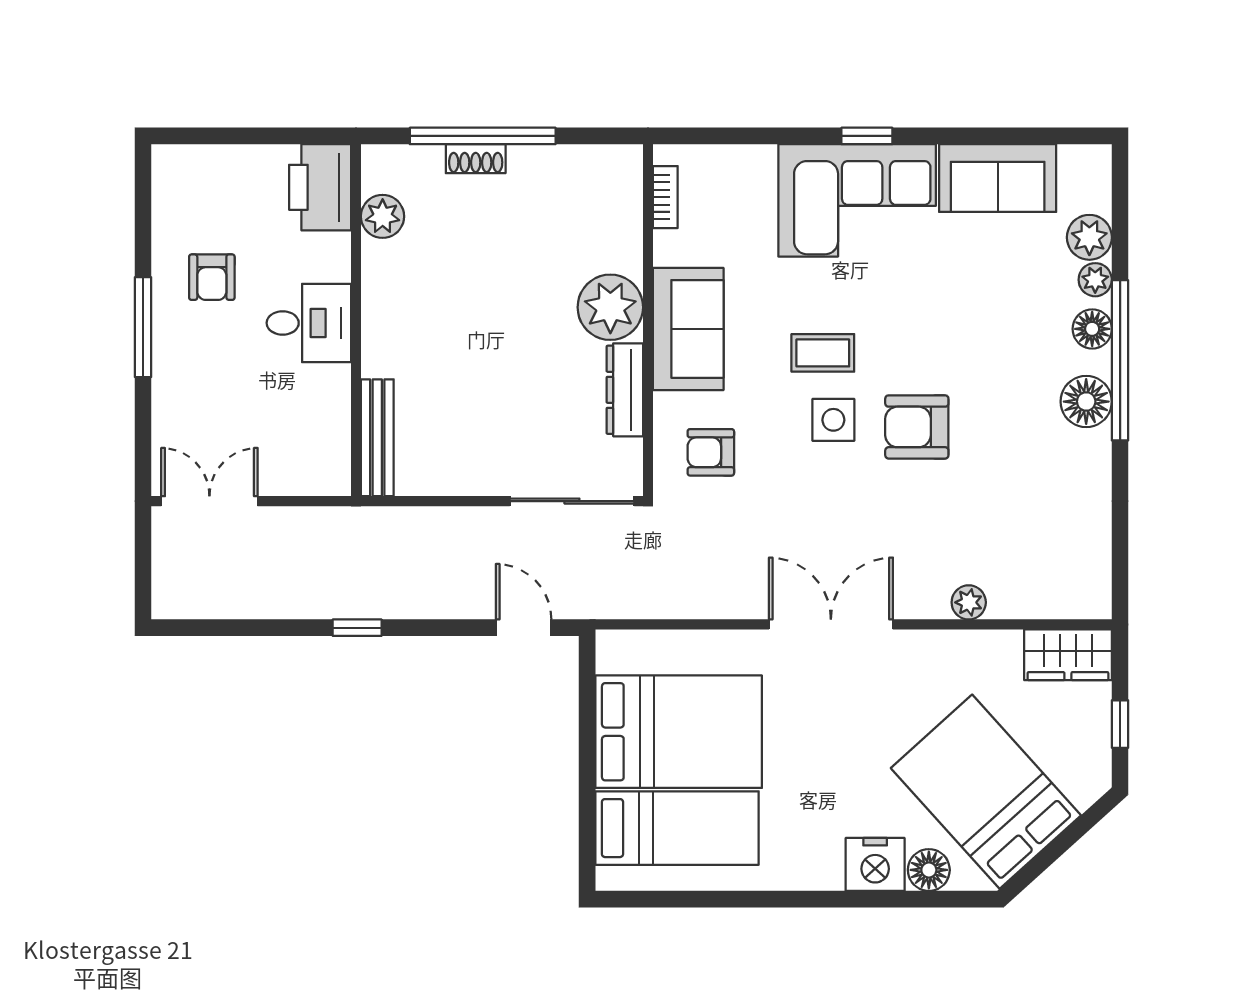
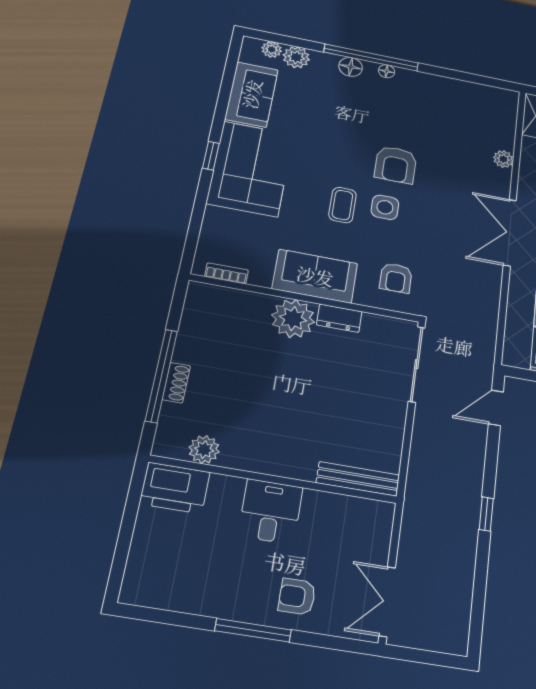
armchair: (212, 277) -> (297, 597), moved, turned 180
plant: (1095, 280) -> (272, 49), moved
dresser: (625, 390) -> (339, 318), width x0.70
floor lamp: (1086, 402) -> (387, 71), width x0.53, depth x0.53

